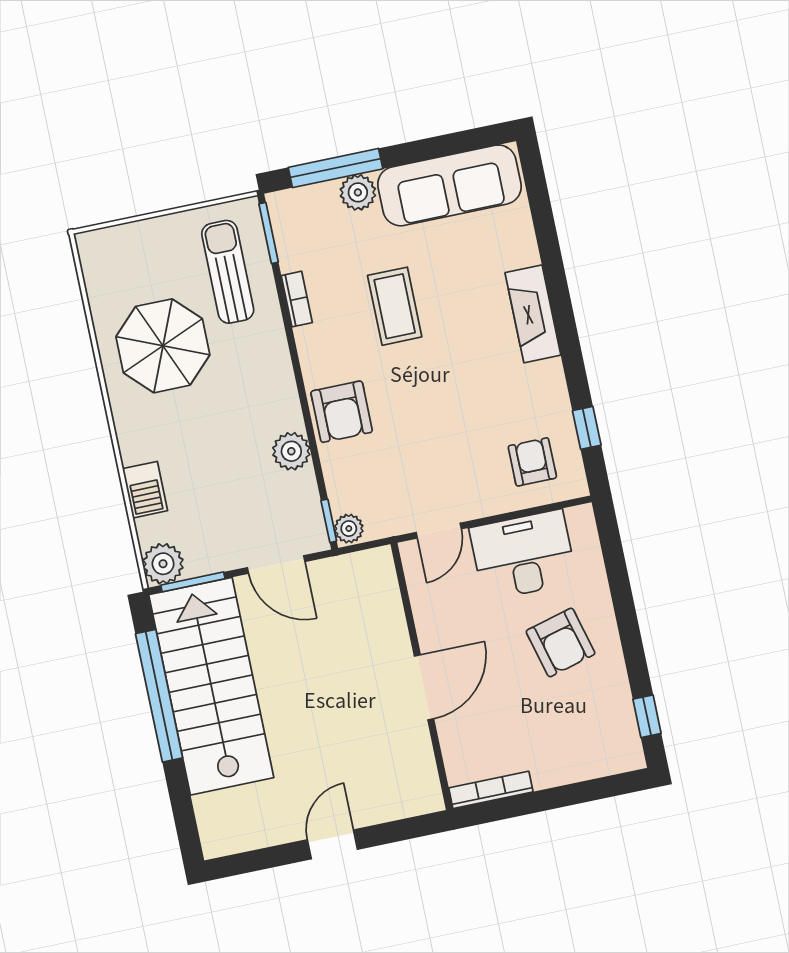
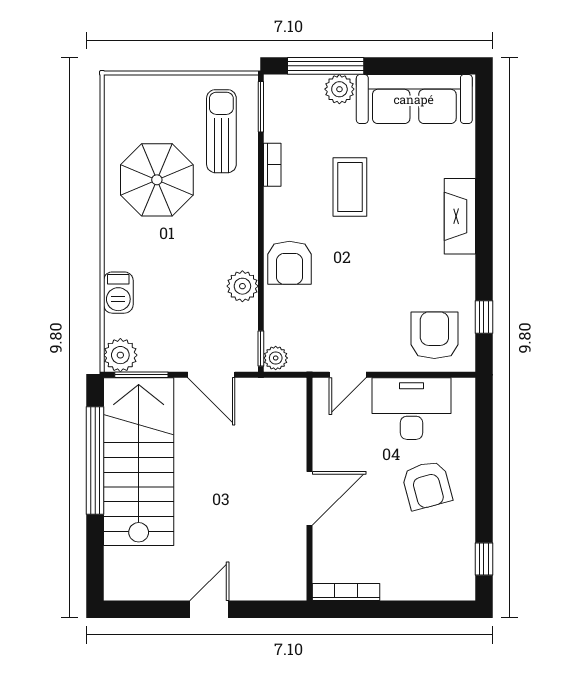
armchair: (532, 462) -> (434, 335), width x1.38, depth x1.38

